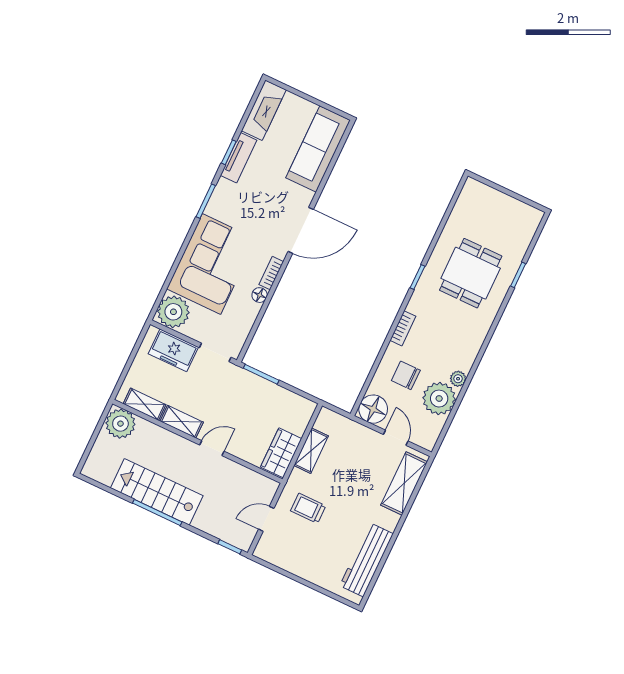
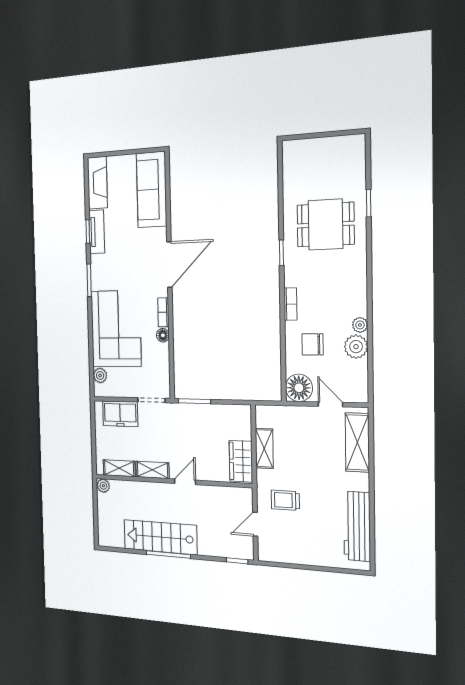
dining table: (471, 273) -> (326, 225), turned 90
plant: (173, 312) -> (100, 375), width x0.53, depth x0.53
plant: (439, 399) -> (356, 347), width x0.73, depth x0.73
plant: (120, 424) -> (103, 486), width x0.53, depth x0.53

